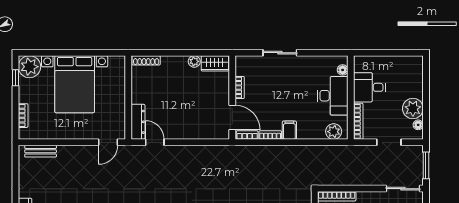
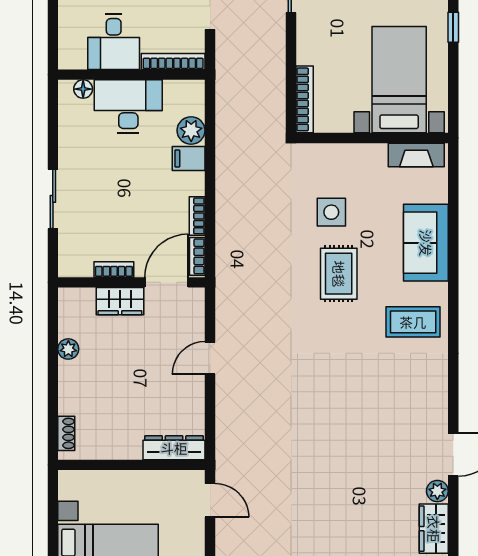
shoe rack: (146, 60) -> (66, 433), width x0.70
wardrobe: (215, 63) -> (120, 301), moved, turned 90
filing cabinet: (289, 130) -> (189, 158), moved
plant: (334, 132) -> (191, 130), moved
door: (155, 142) -> (210, 358), moved

